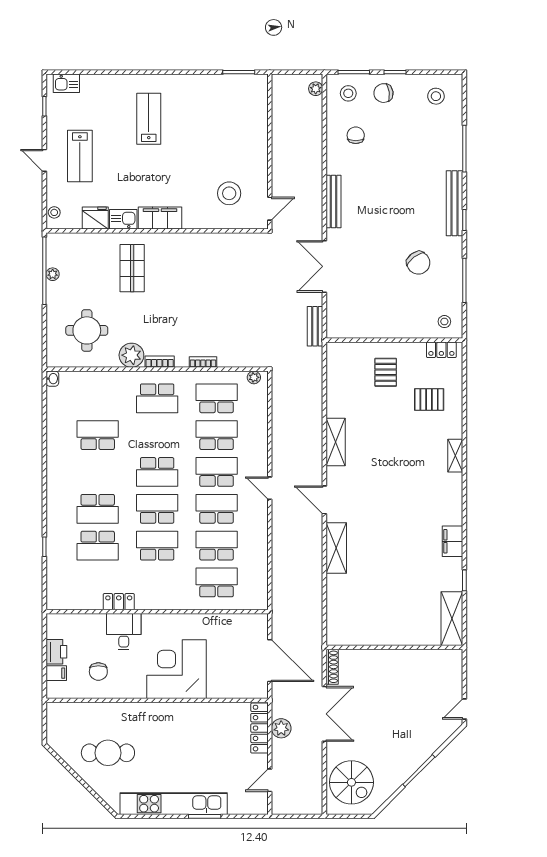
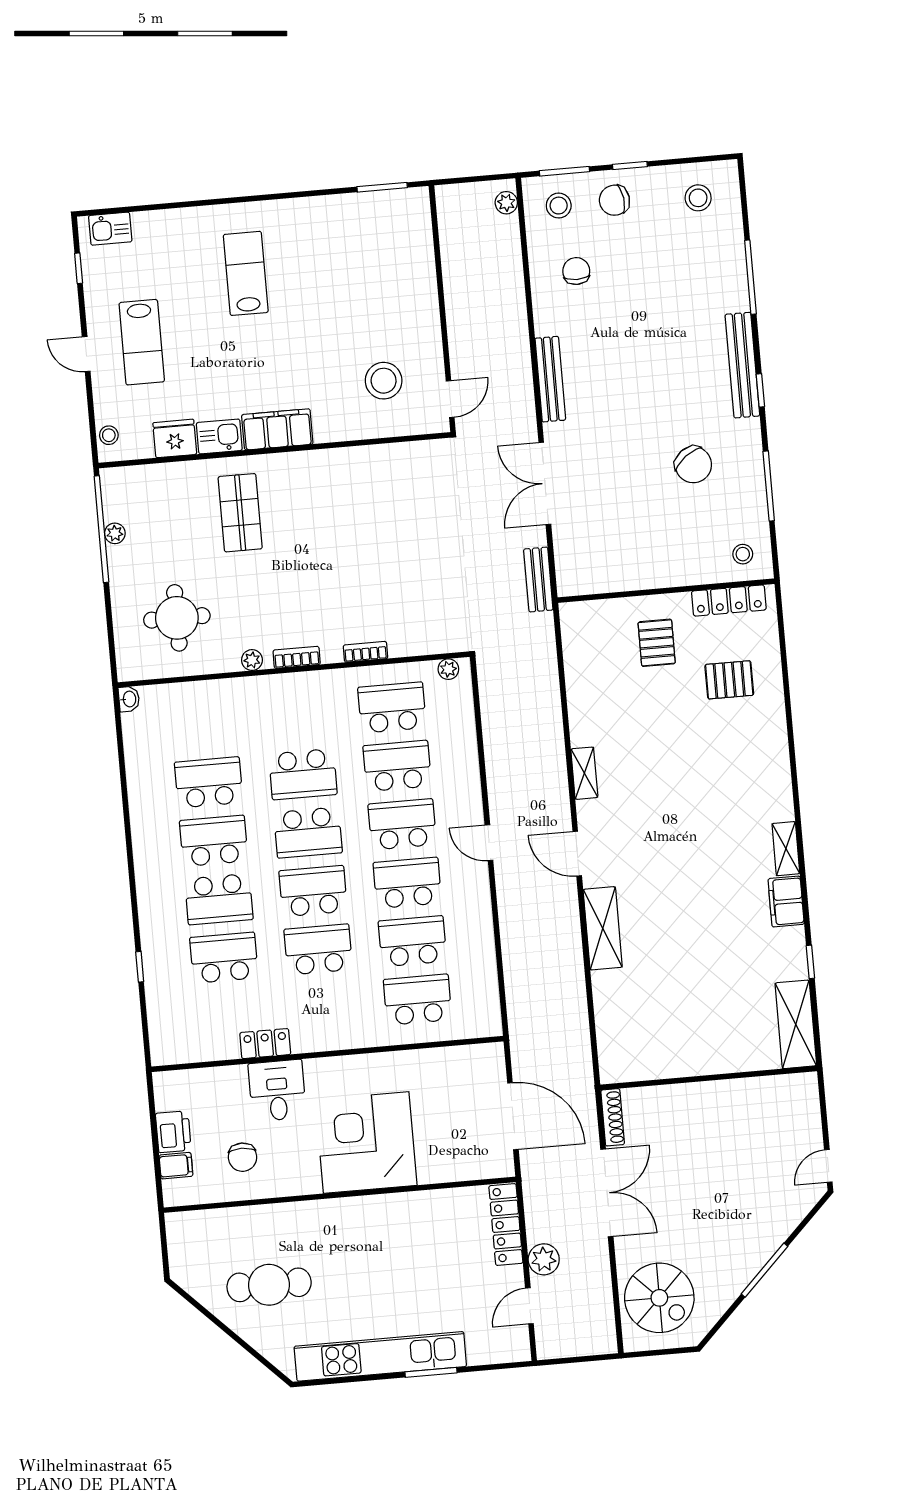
locker: (441, 350) -> (729, 600), width x1.53
plant: (131, 355) -> (252, 660), width x0.53, depth x0.53
school desk: (157, 398) -> (303, 774), moved
shelving: (336, 442) -> (584, 773), width x0.67, depth x0.75
shelving: (455, 456) -> (786, 849), moved
school desk: (98, 472) -> (214, 841), added
school desk: (98, 546) -> (224, 958), turned 180
plant: (281, 728) -> (544, 1259), moved

